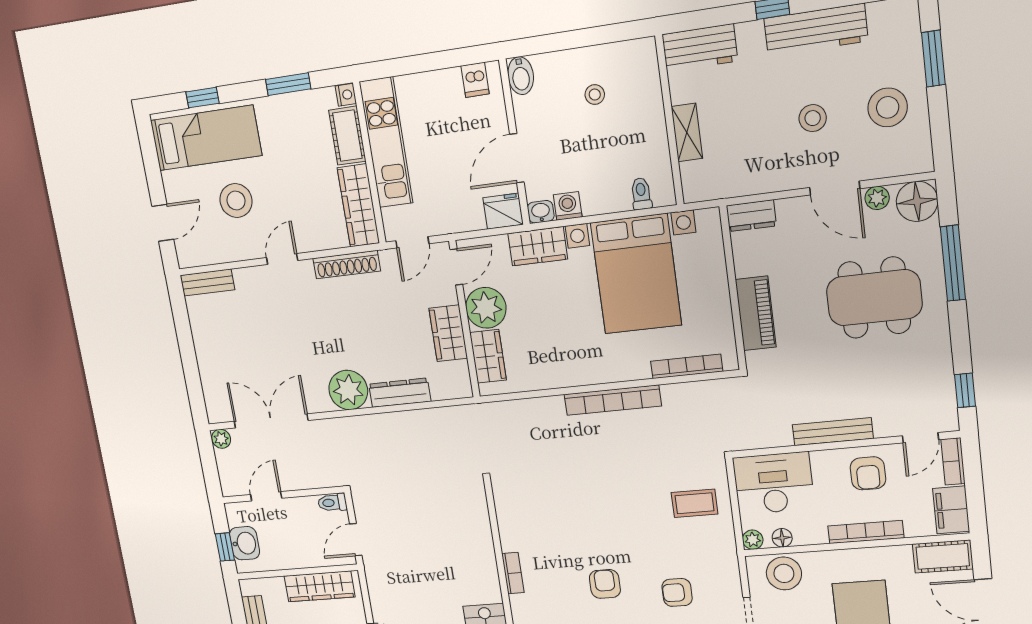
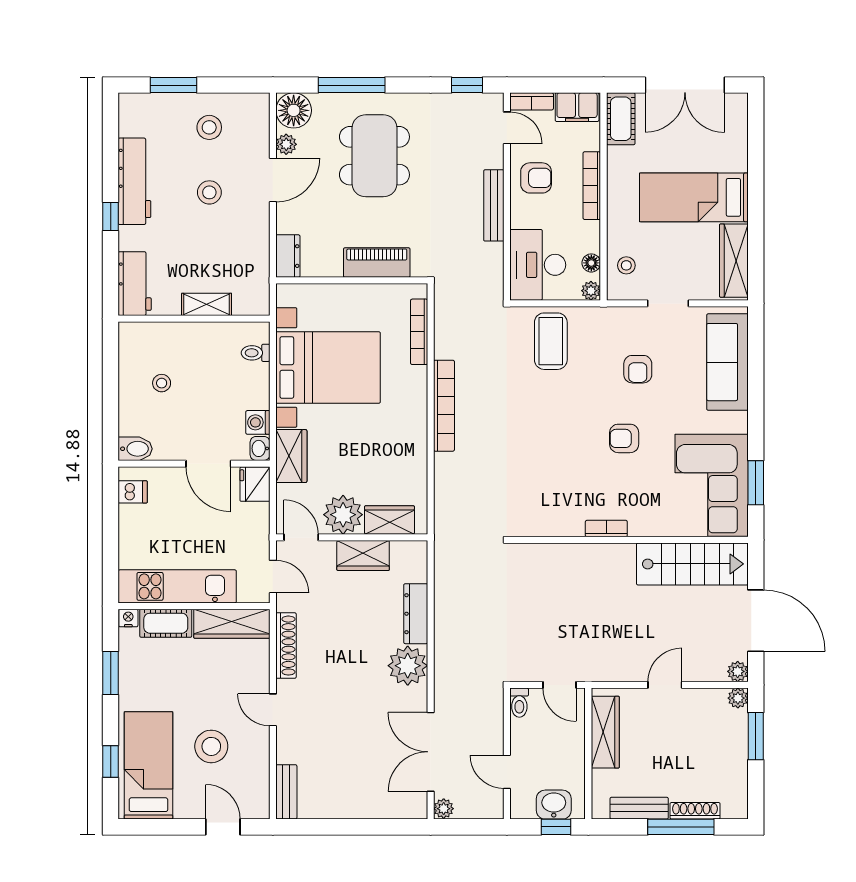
stool: (888, 107) -> (209, 127), width x0.73, depth x0.73
coffee table: (695, 503) -> (551, 341), width x1.36, depth x1.30
stool: (784, 573) -> (626, 265), width x0.53, depth x0.53

